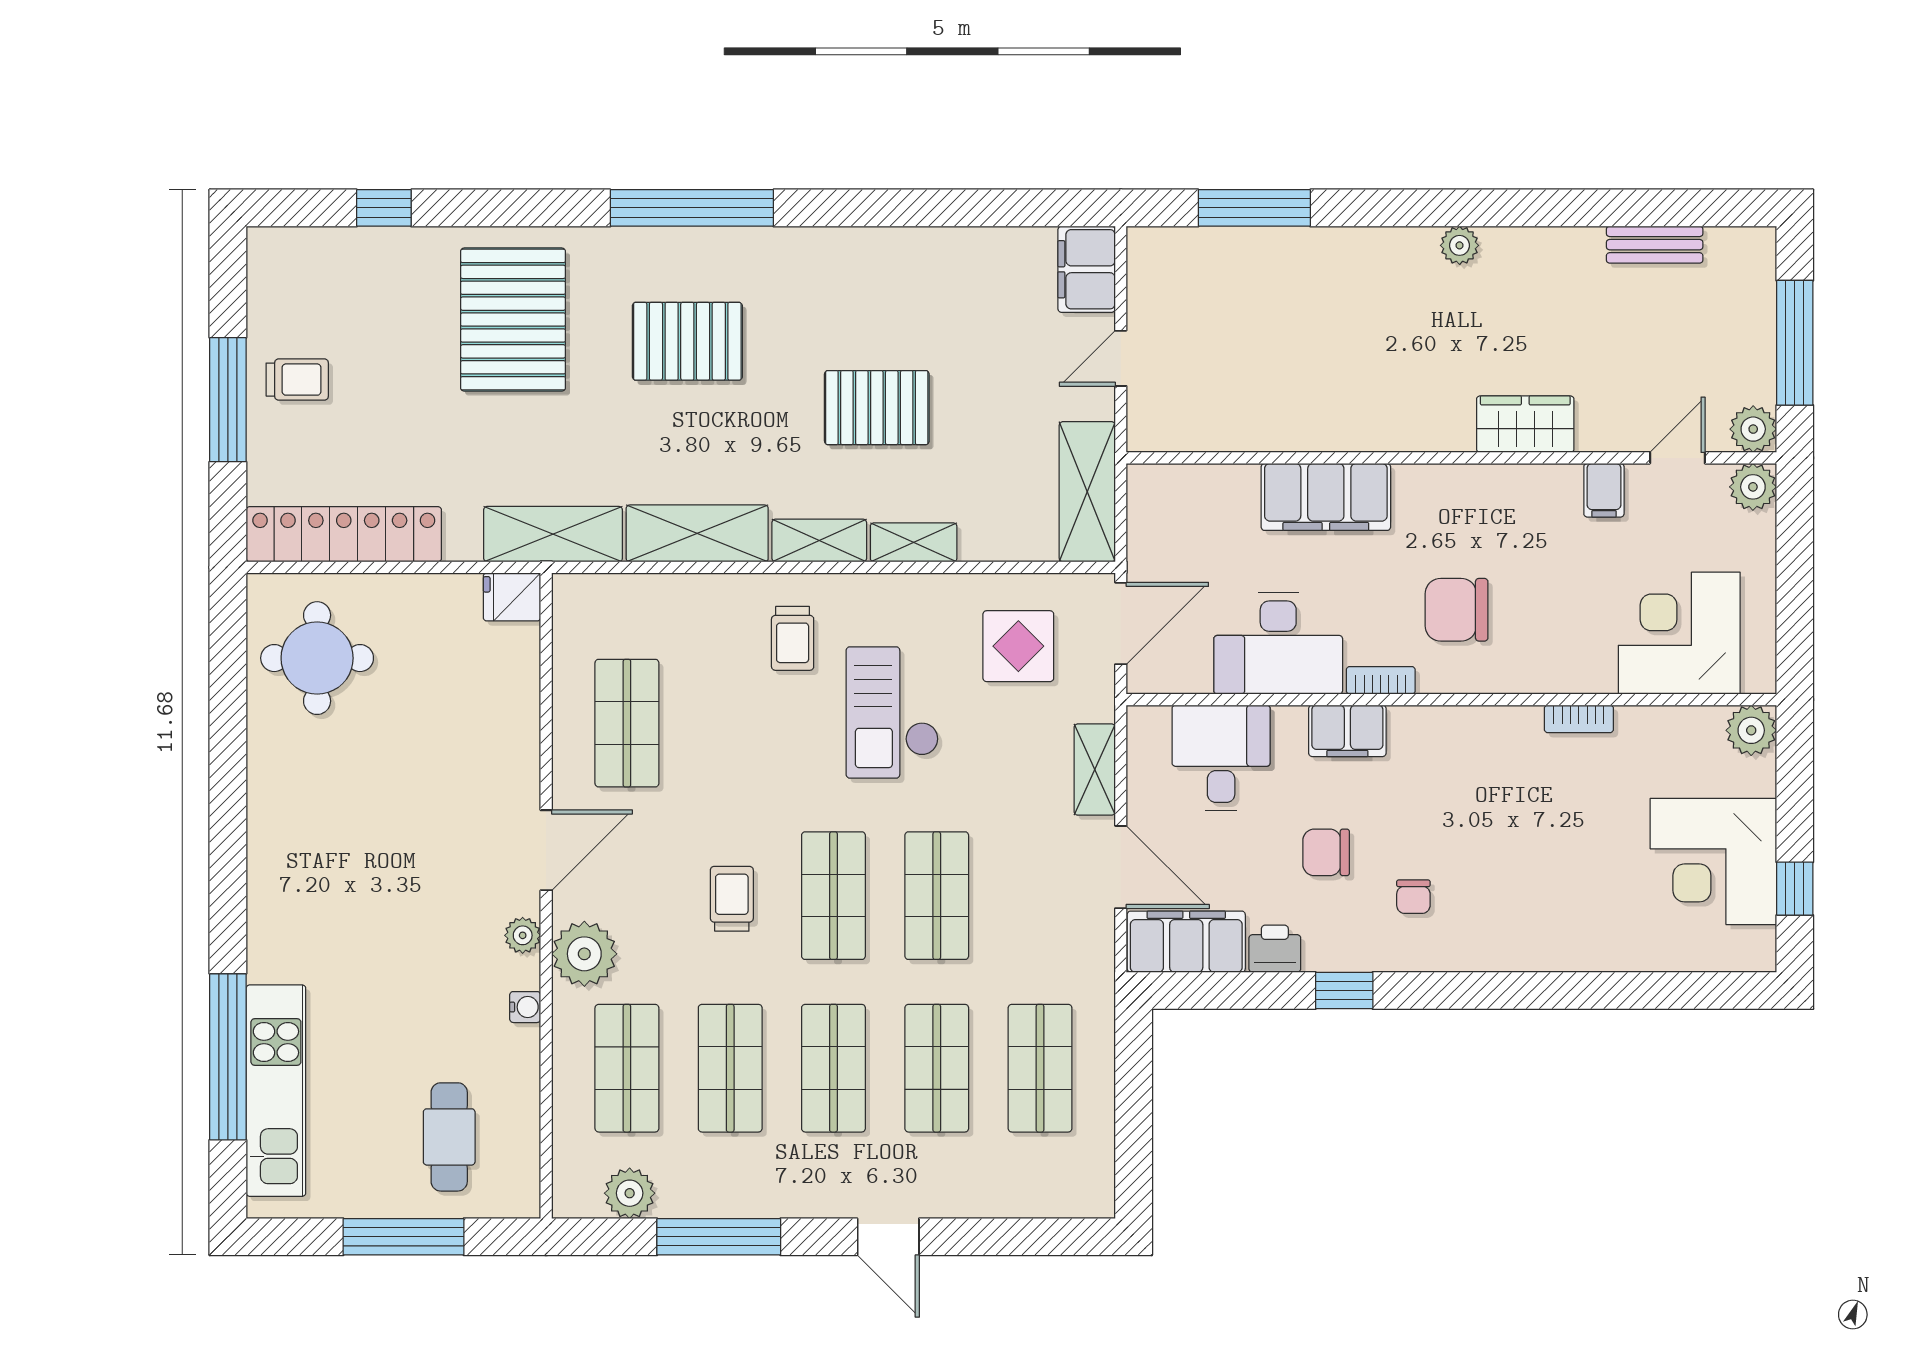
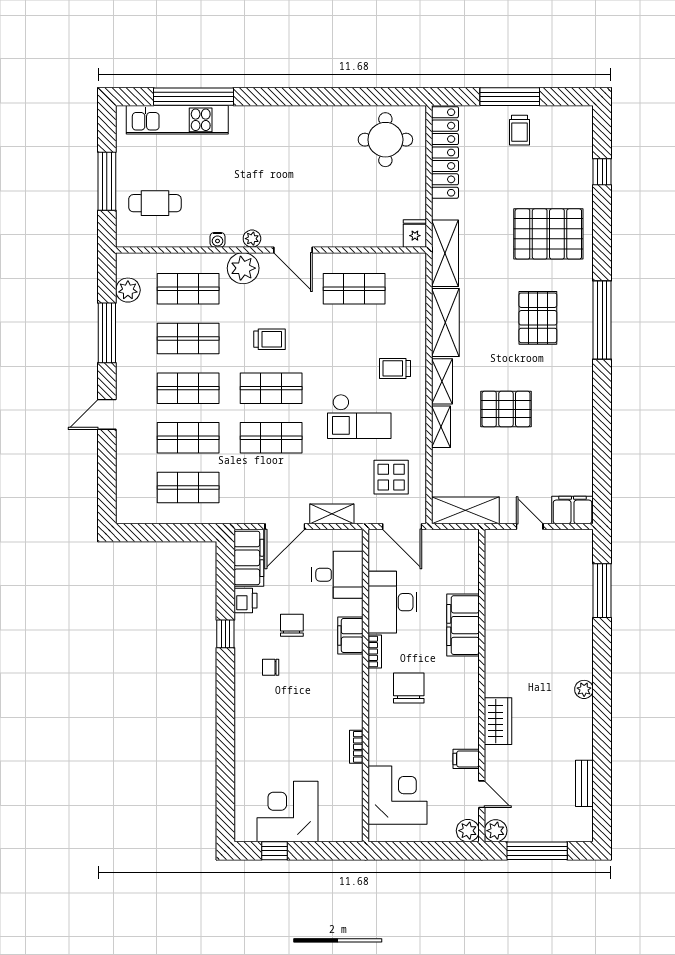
pallet: (877, 408) -> (506, 409), turned 90
checkout: (892, 712) -> (359, 416), turned 180
plant: (1751, 730) -> (351, 830), removed

